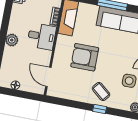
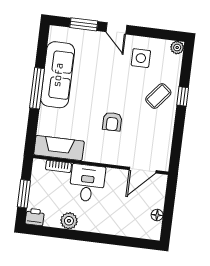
plant: (12, 40) -> (69, 221), moved
armchair: (85, 57) -> (112, 122), width x0.53, depth x0.53

